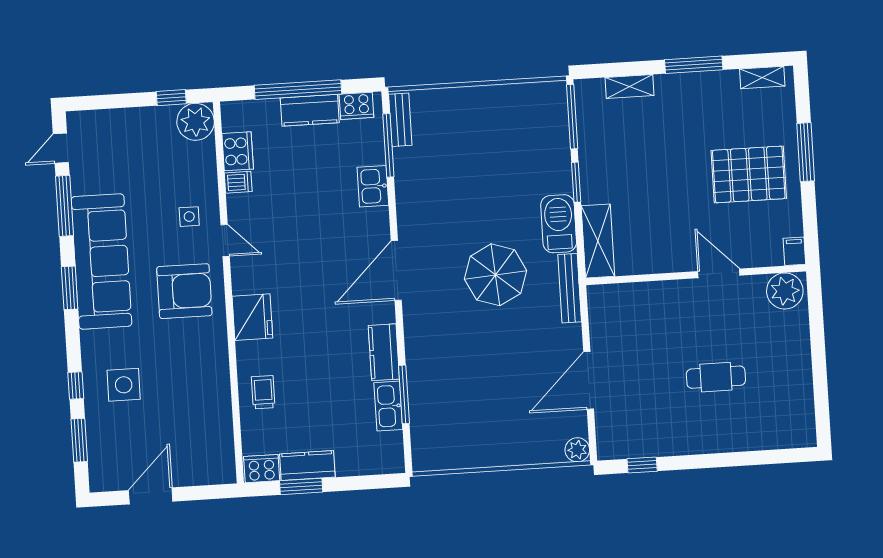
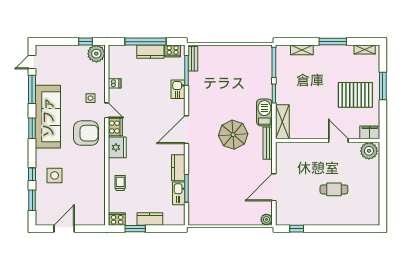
cooker: (238, 151) -> (115, 127), moved
filing cabinet: (794, 251) -> (370, 132), width x2.00
kitchen counter: (307, 466) -> (150, 219), moved

